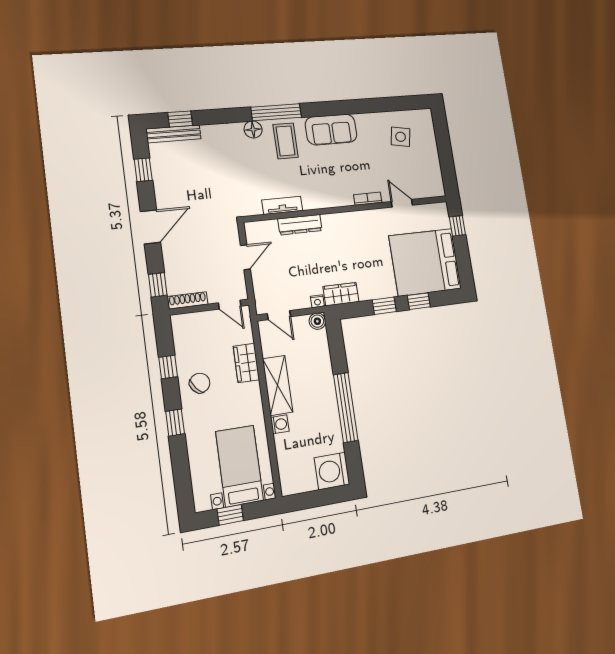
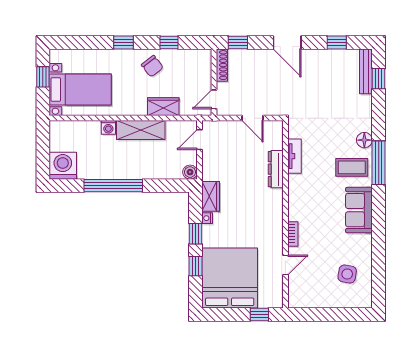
nightstand: (317, 301) -> (207, 218), moved

